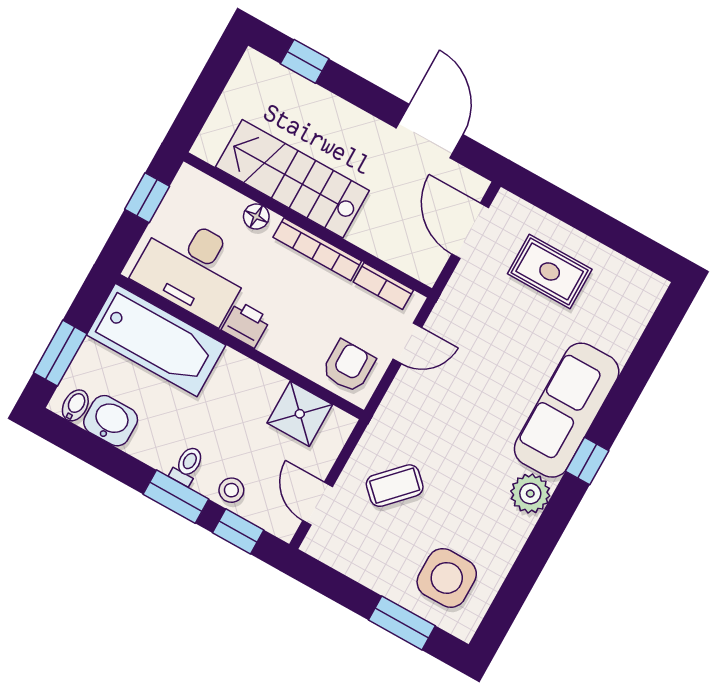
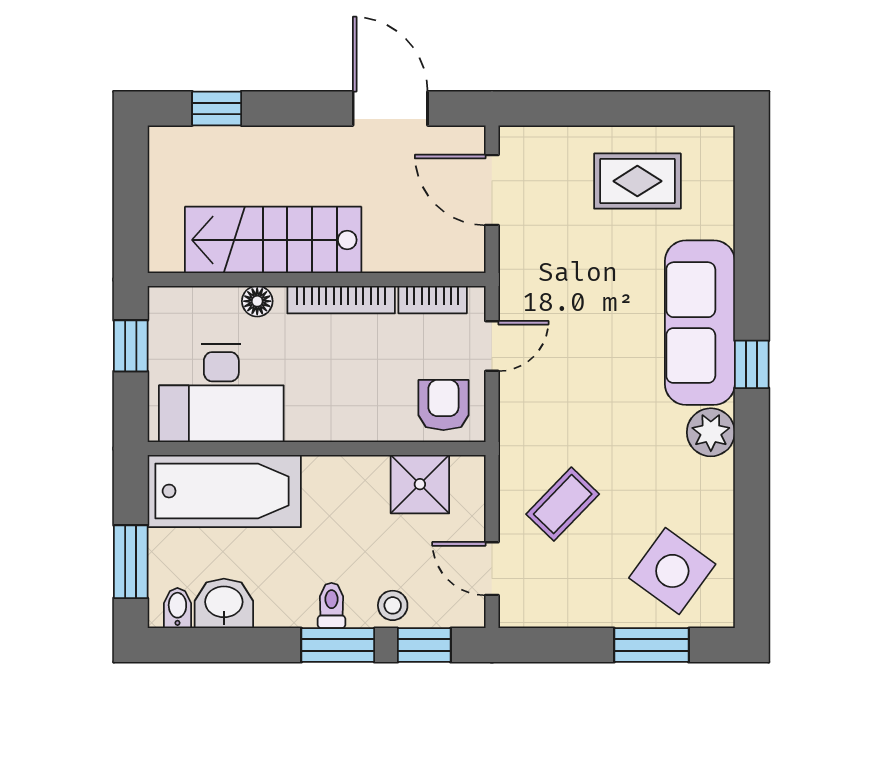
rug: (550, 271) -> (637, 181), moved
printer: (246, 324) -> (310, 421), removed
side table: (447, 578) -> (672, 571), turned 36

